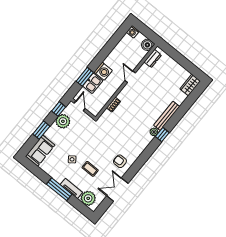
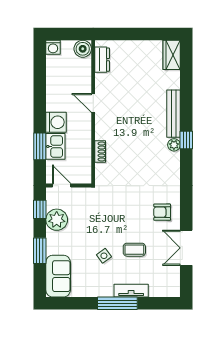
plant: (88, 198) -> (160, 286), removed

